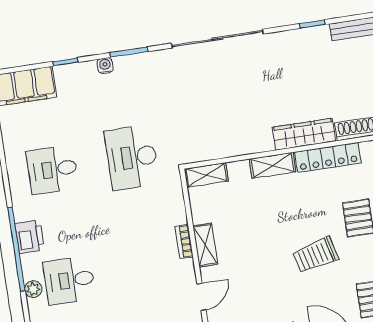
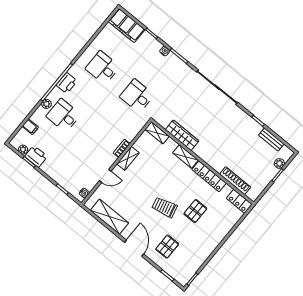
wardrobe: (304, 134) -> (182, 135), moved
desk: (132, 157) -> (137, 96), width x0.73

